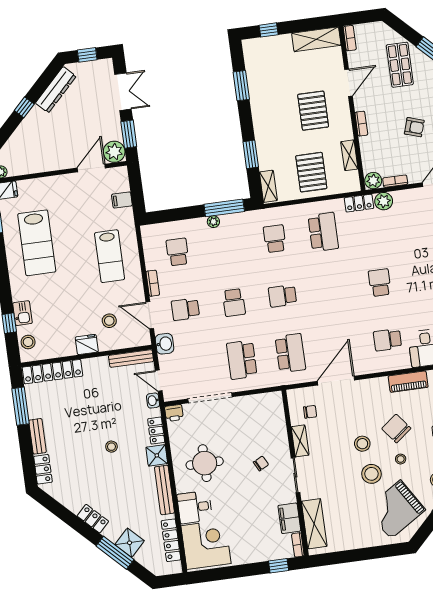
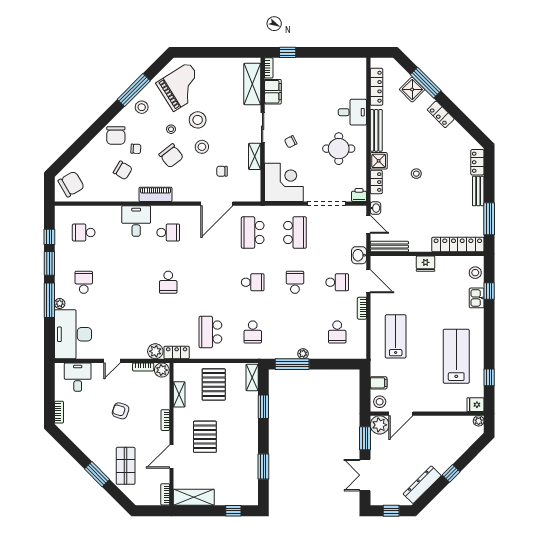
stool: (109, 321) -> (380, 402), moved
chair: (310, 412) -> (222, 171), moved
corner desk: (206, 545) -> (284, 182), moved, turned 180

